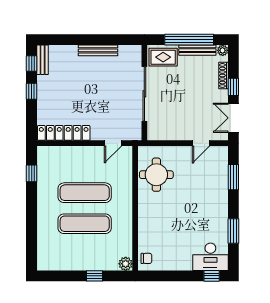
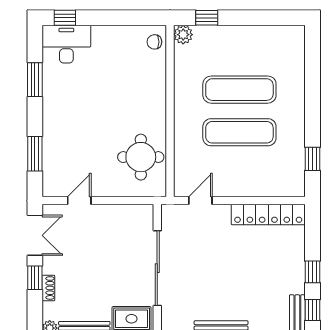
shoe rack: (223, 75) -> (48, 288), width x0.70
window: (95, 276) -> (207, 18), moved

